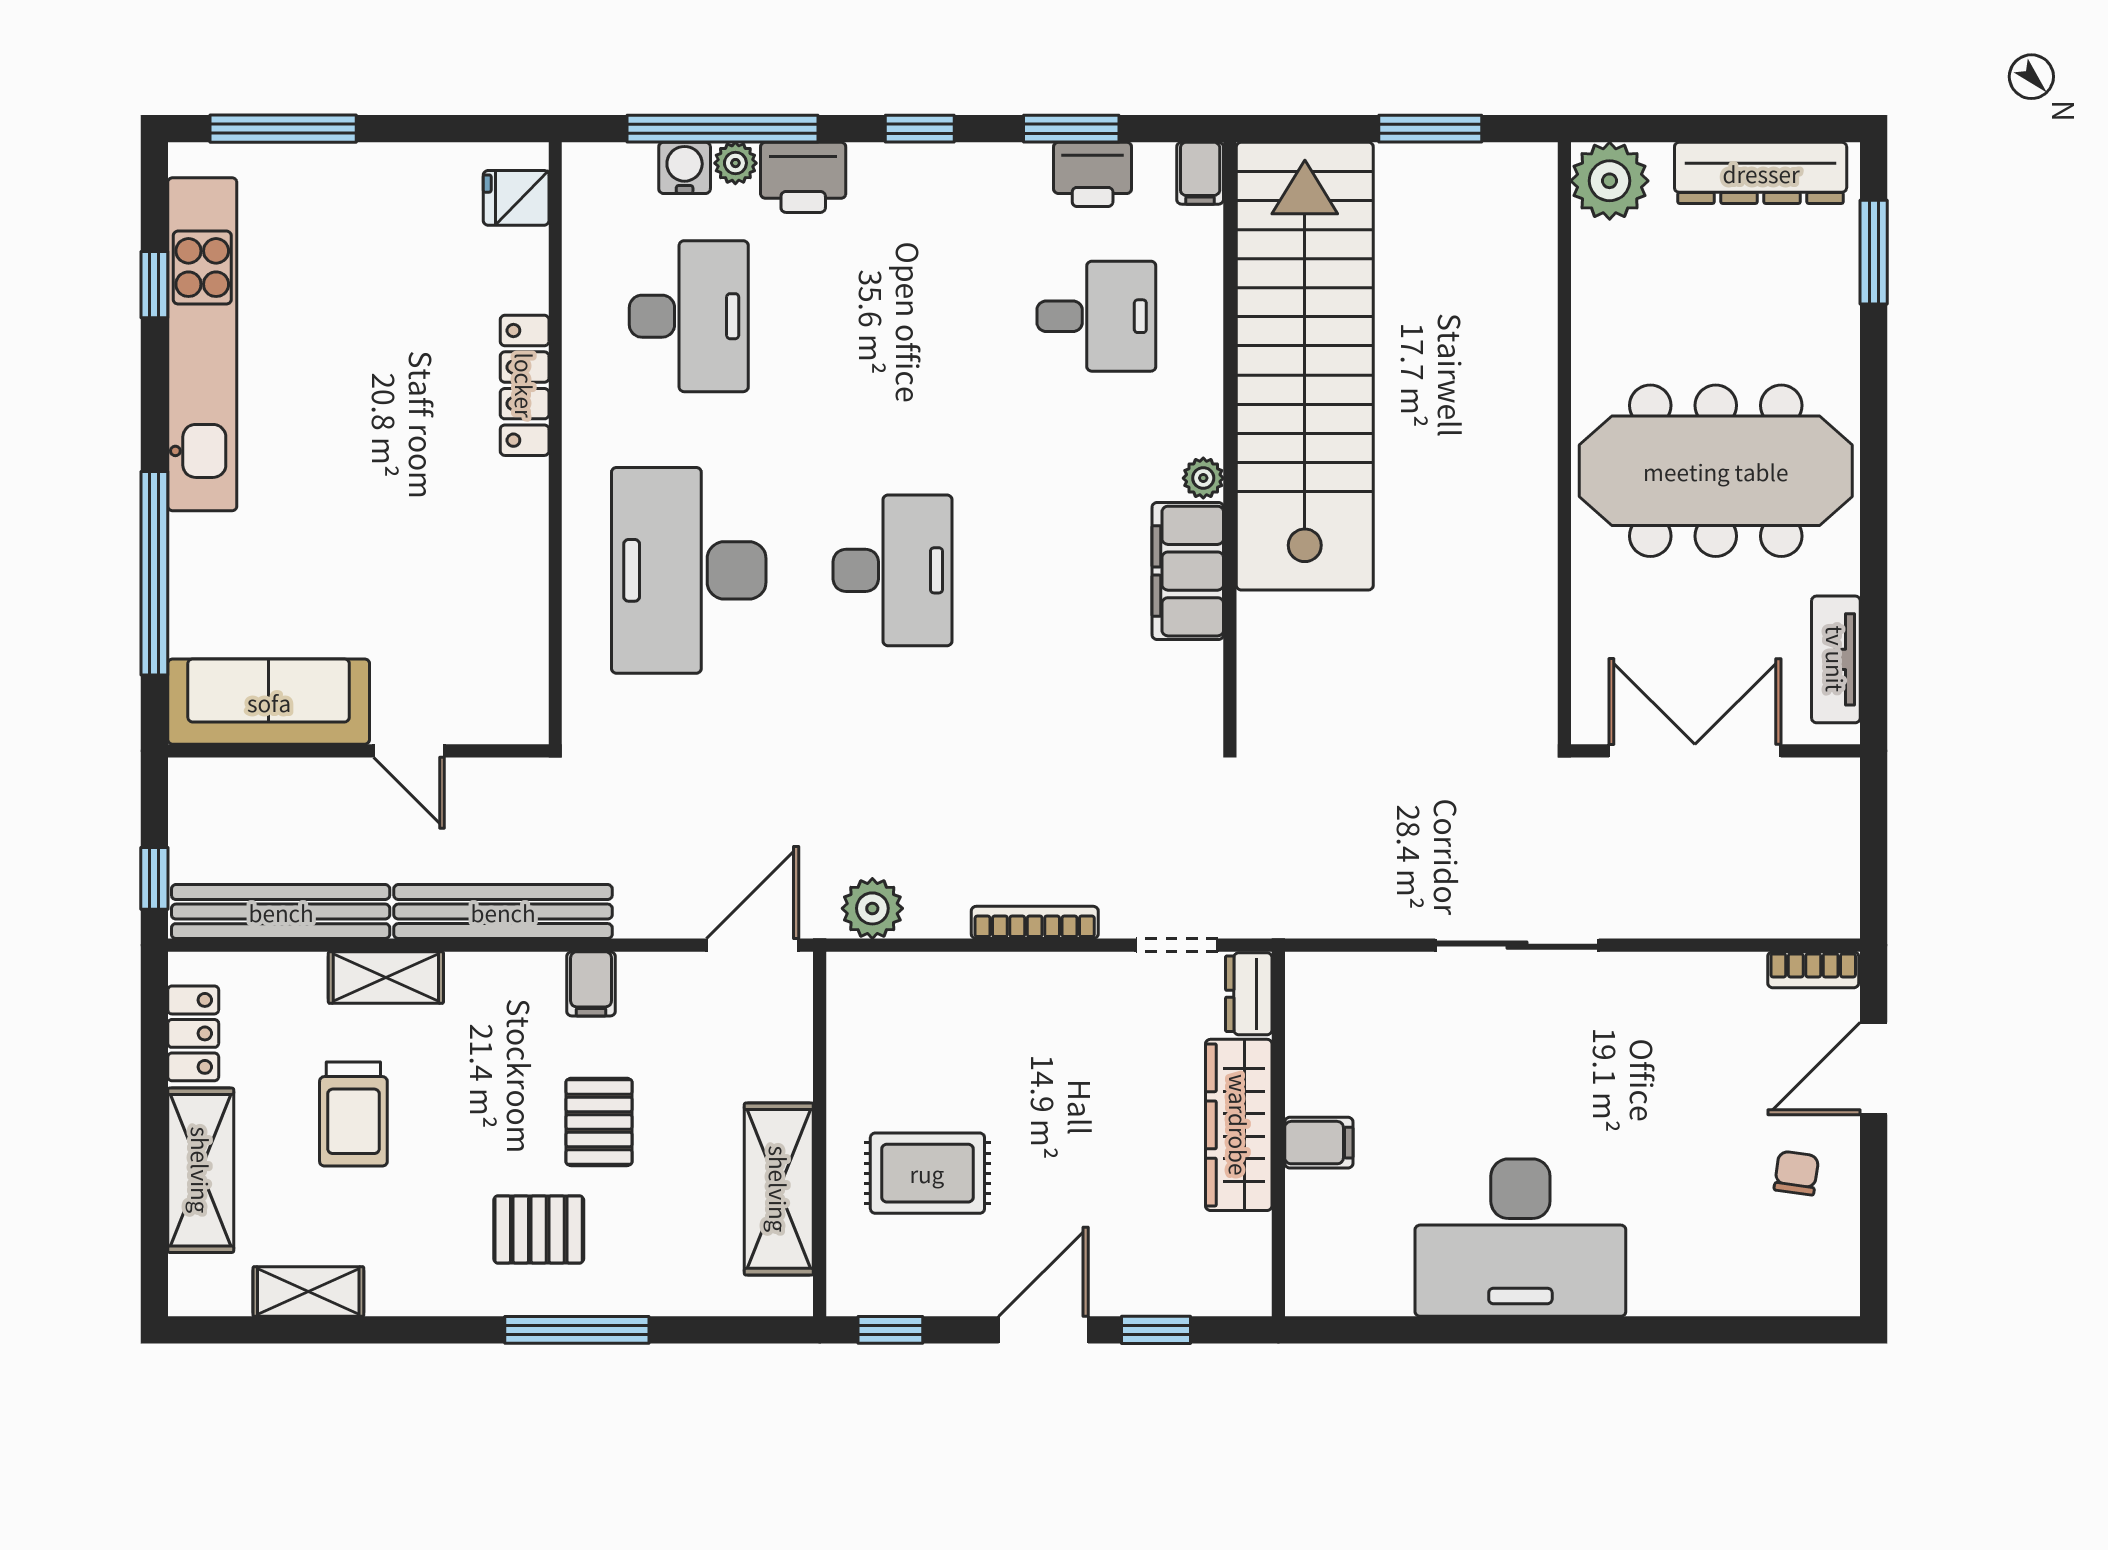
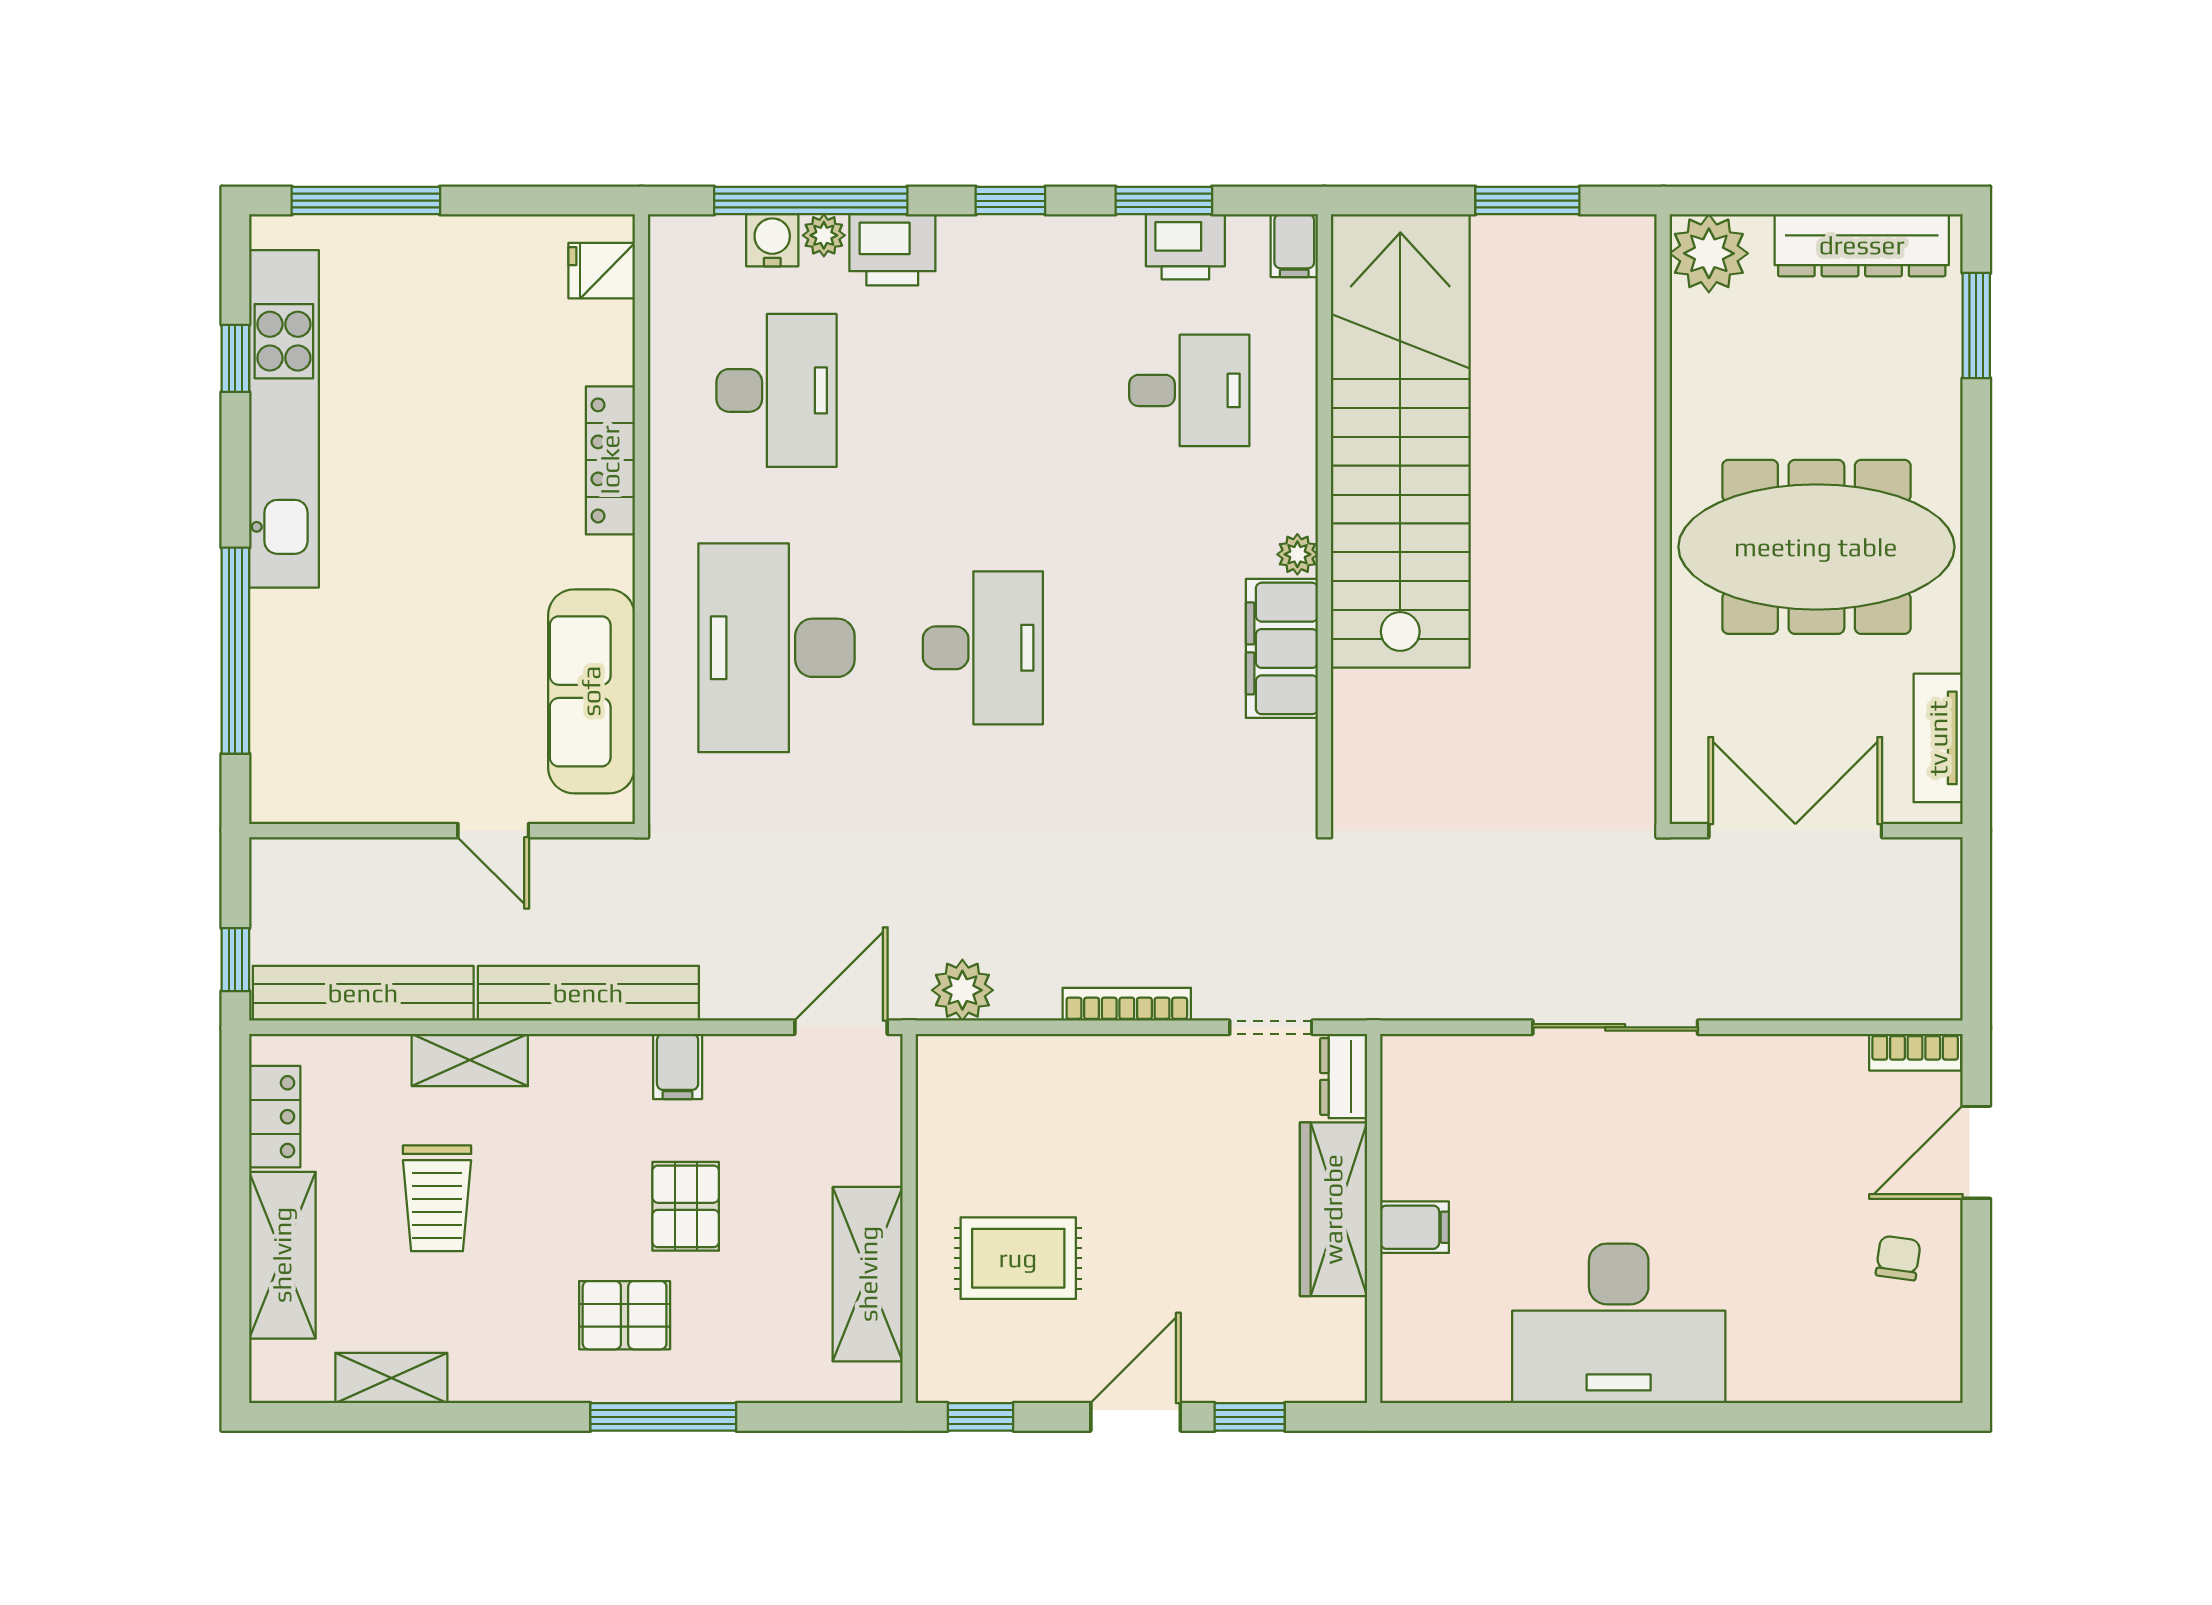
sofa: (269, 702) -> (591, 691), moved, turned -90

